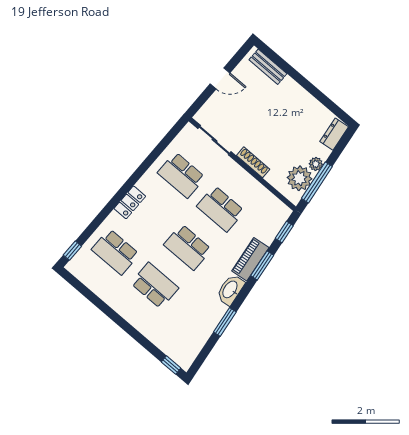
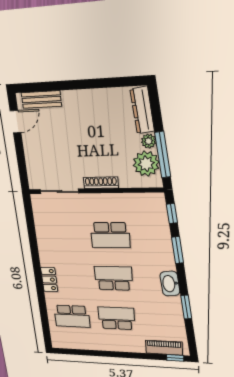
door: (220, 78) -> (16, 122), moved
dresser: (334, 134) -> (142, 110), width x1.44
school desk: (181, 175) -> (62, 235), removed
school desk: (188, 247) -> (114, 278), turned 180
window: (72, 251) -> (47, 335), removed
piano: (250, 259) -> (164, 348), moved, turned 97

